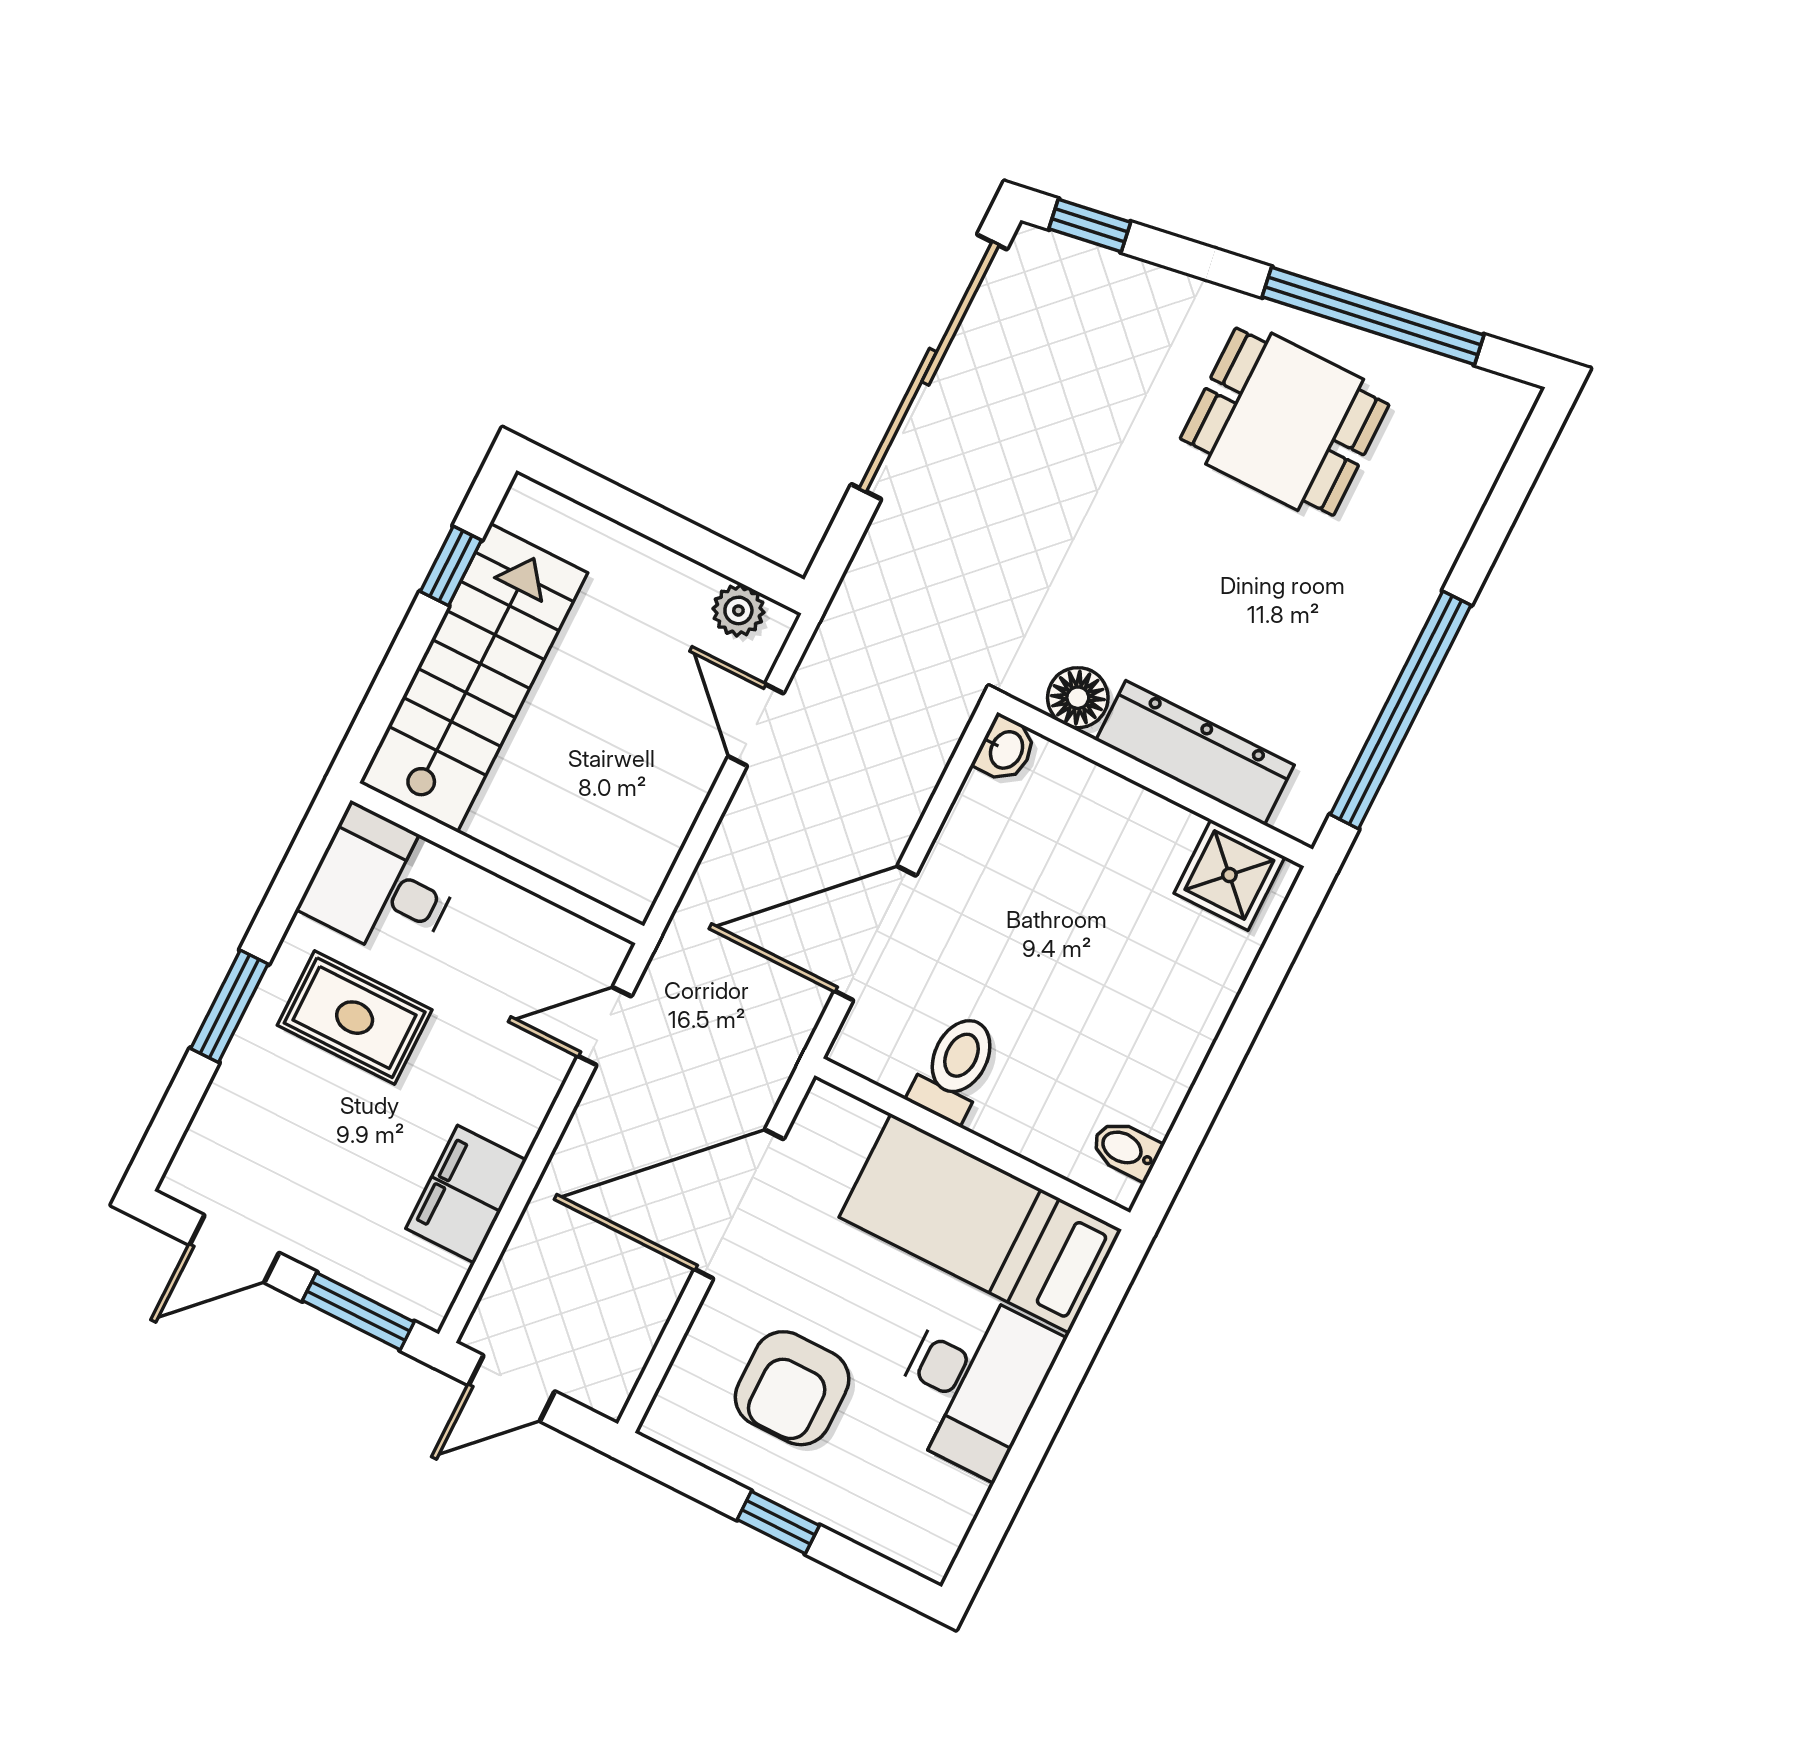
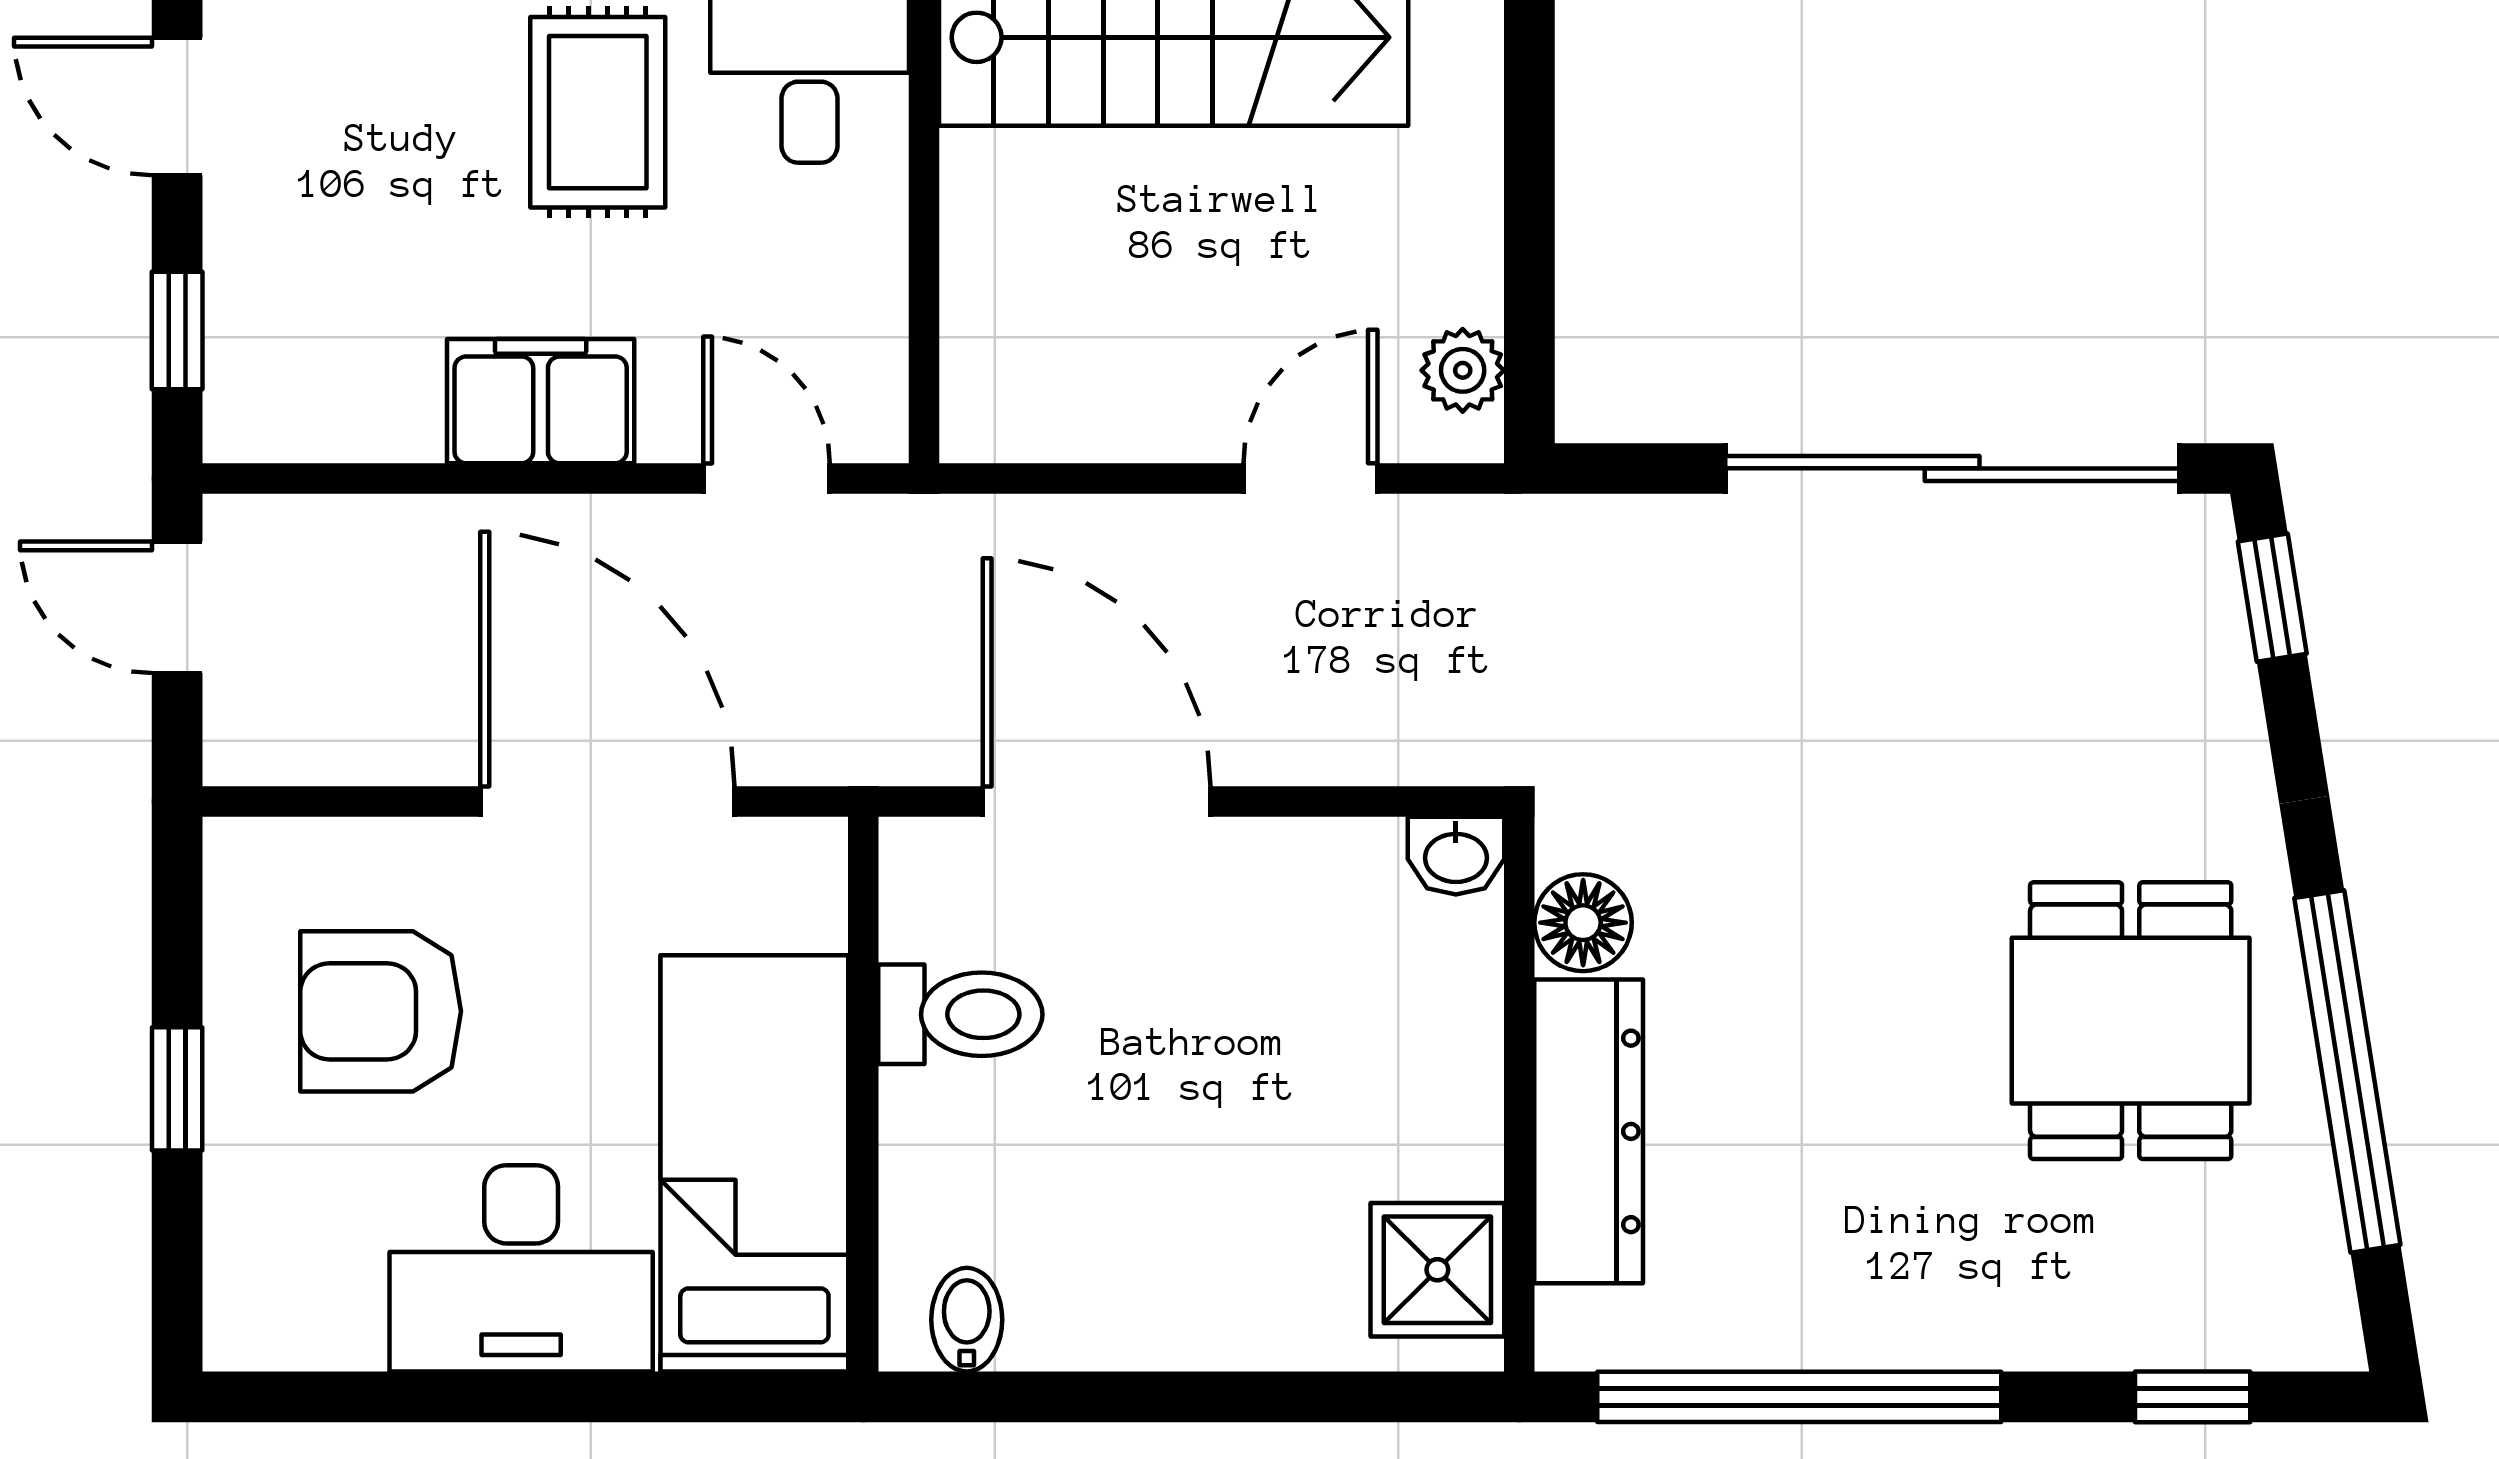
window: (1510, 492) -> (2193, 1397), added
filing cabinet: (466, 1194) -> (541, 401), moved
window: (358, 1311) -> (177, 331), width x0.67

